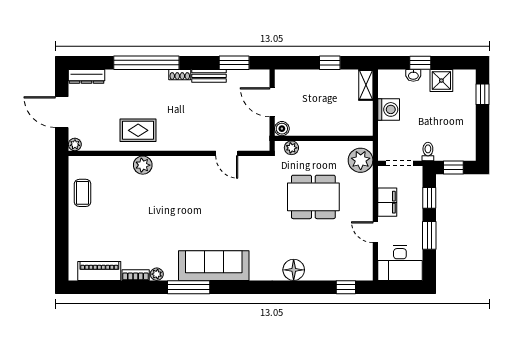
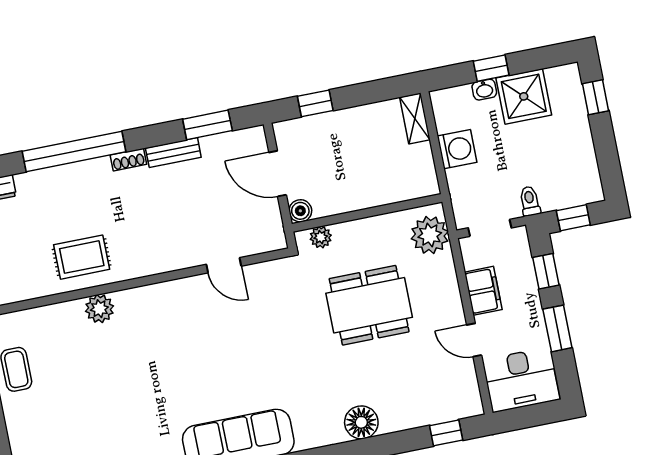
window: (330, 63) -> (315, 103), moved
shower: (441, 81) -> (524, 96), width x1.36, depth x1.36

